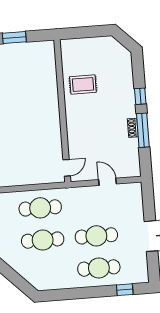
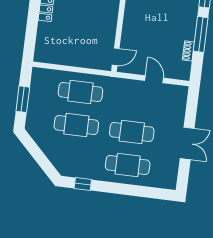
shoe rack: (133, 128) -> (188, 51), moved
window: (125, 290) -> (83, 184), moved

